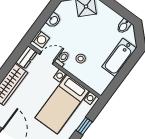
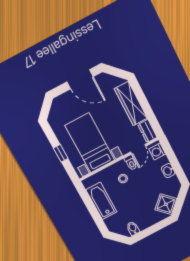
bathtub: (119, 57) -> (101, 201), moved

